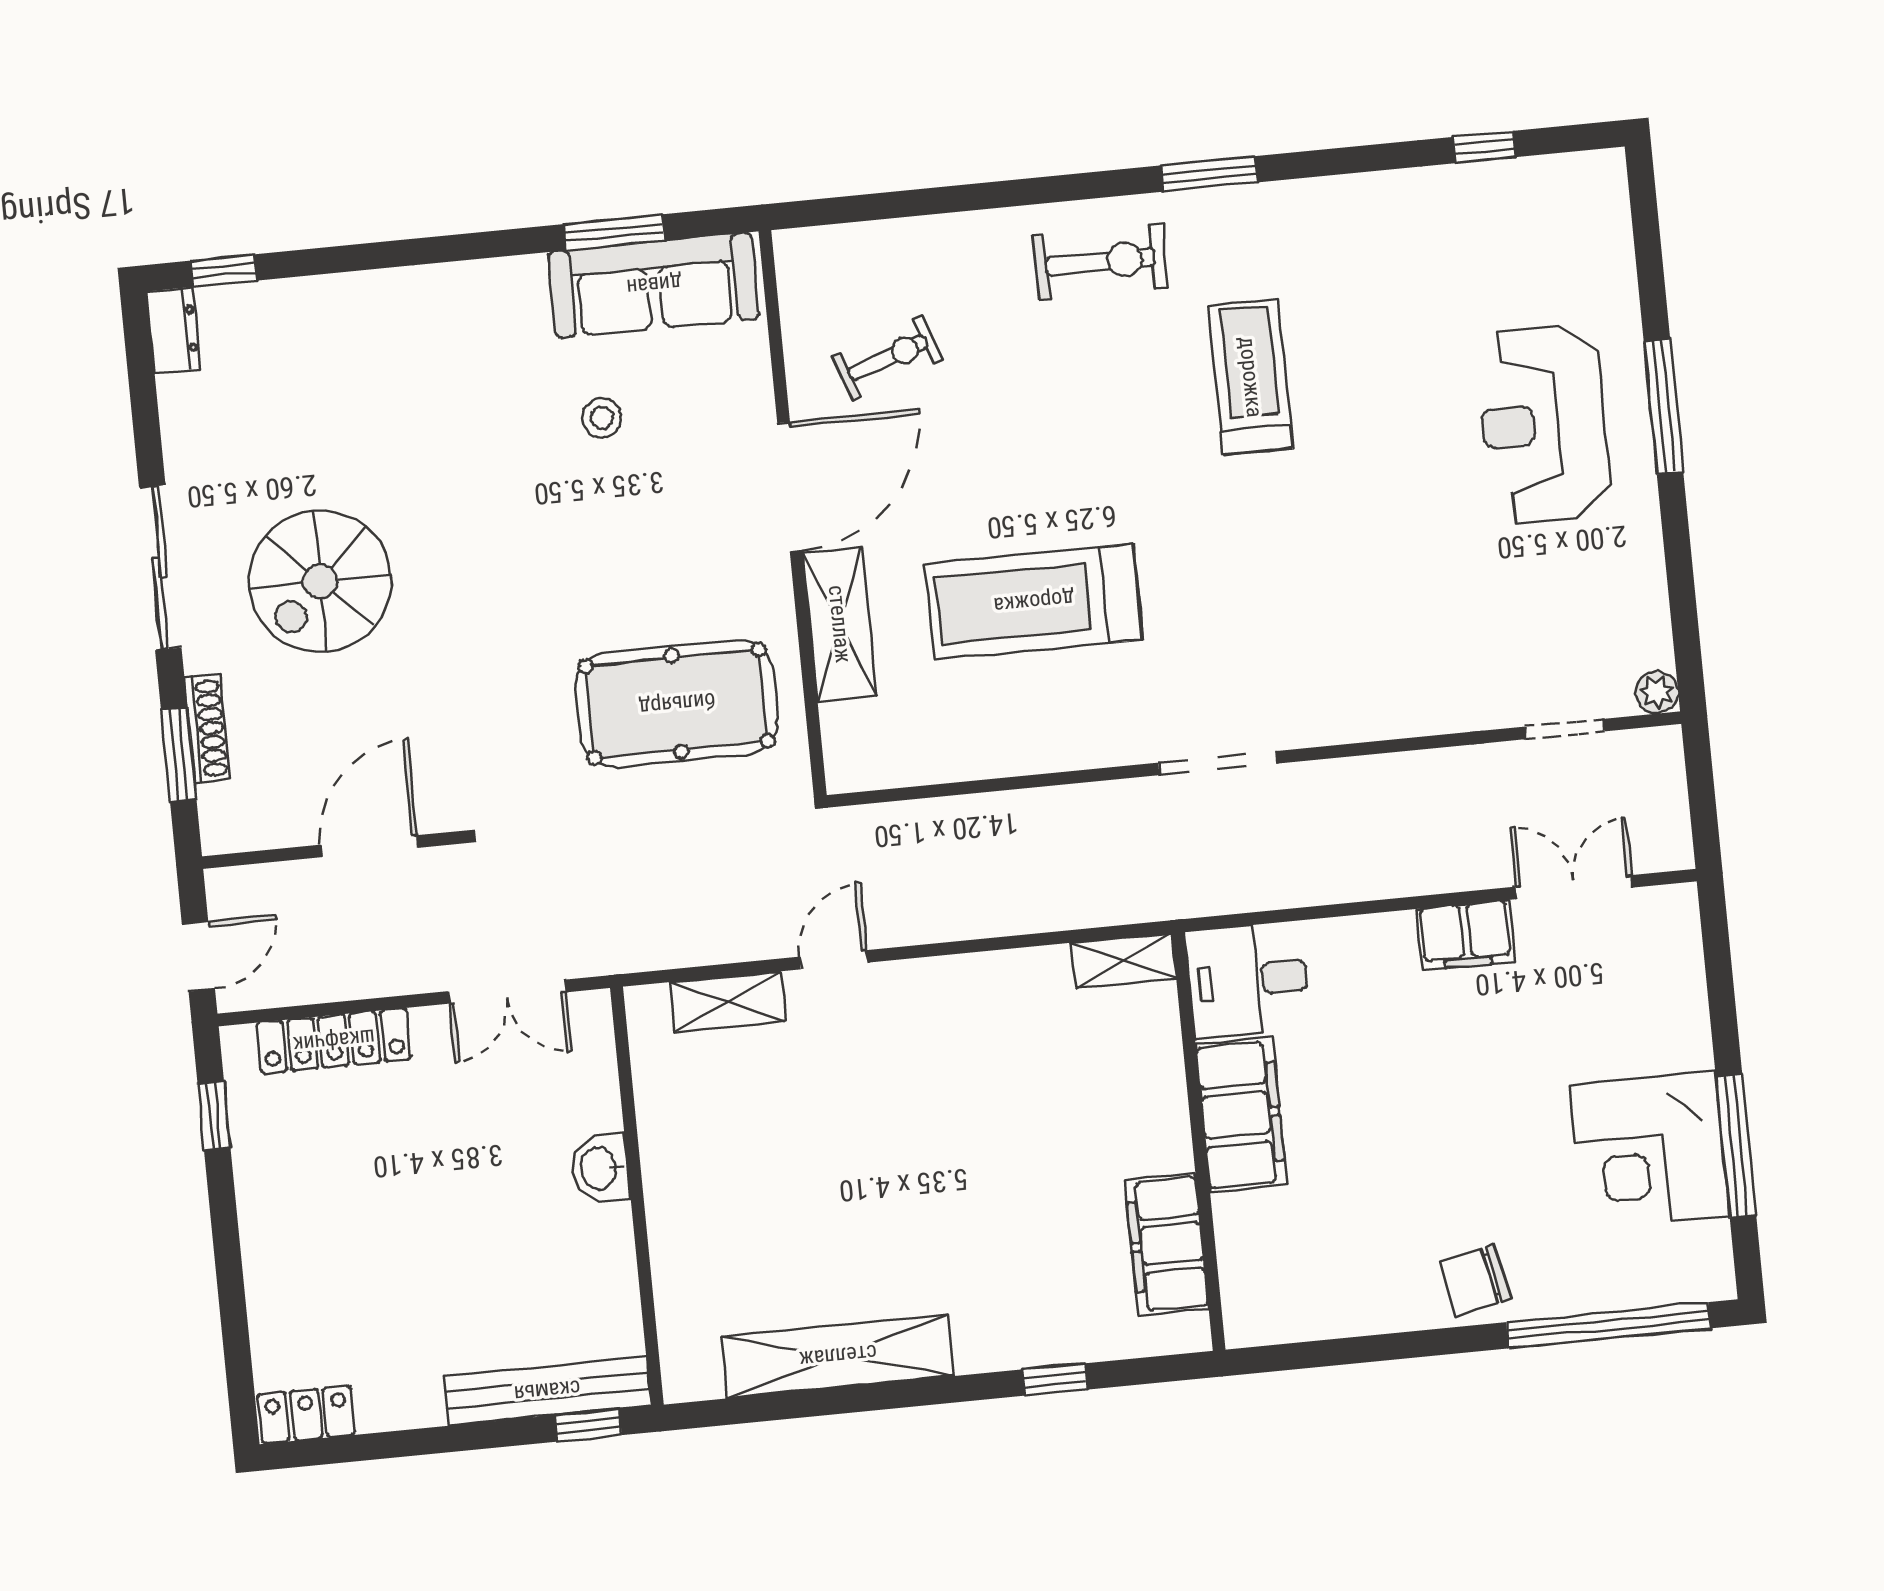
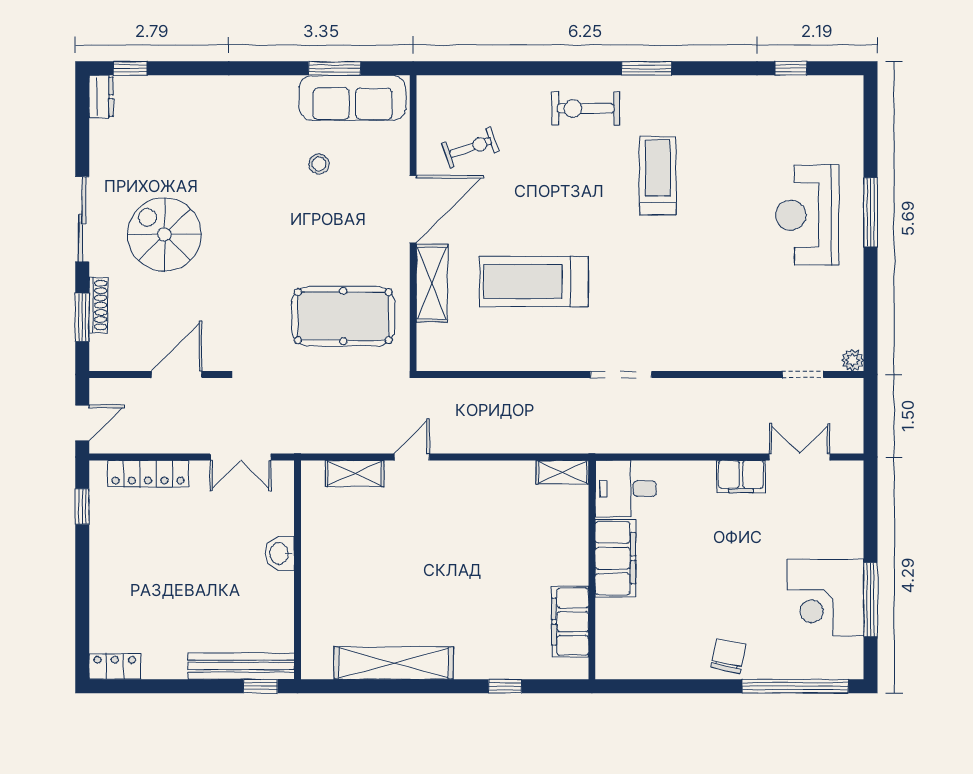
exercise bike: (1100, 262) -> (586, 108), turned 180
spiral stairs: (320, 581) -> (164, 234), turned 90
chair: (1475, 1280) -> (728, 656), turned 114

